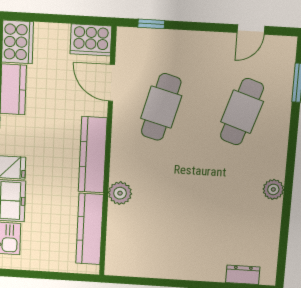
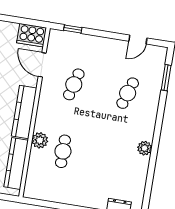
cafe table: (161, 107) -> (74, 84), width x0.73, depth x0.74
cafe table: (242, 112) -> (128, 93), width x0.73, depth x0.74
cafe table: (155, 205) -> (63, 151), added

